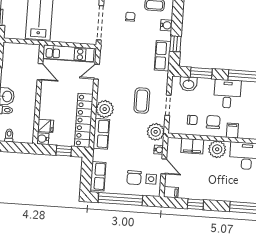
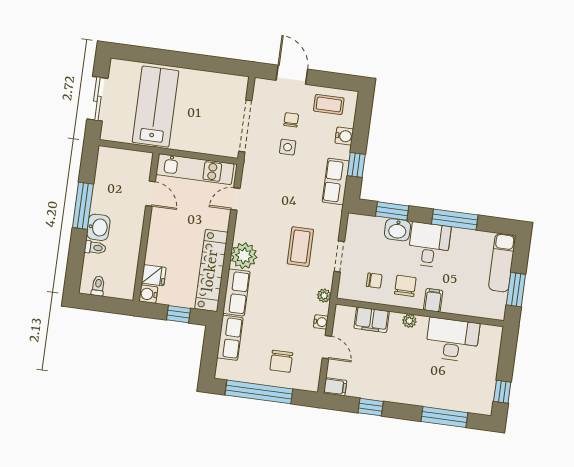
washbasin: (188, 84) -> (397, 230), moved
plant: (156, 132) -> (324, 296), width x0.53, depth x0.53
plant: (217, 149) -> (409, 321), width x0.53, depth x0.53
row of seats: (98, 176) -> (230, 338), moved
side table: (151, 179) -> (288, 147), moved

